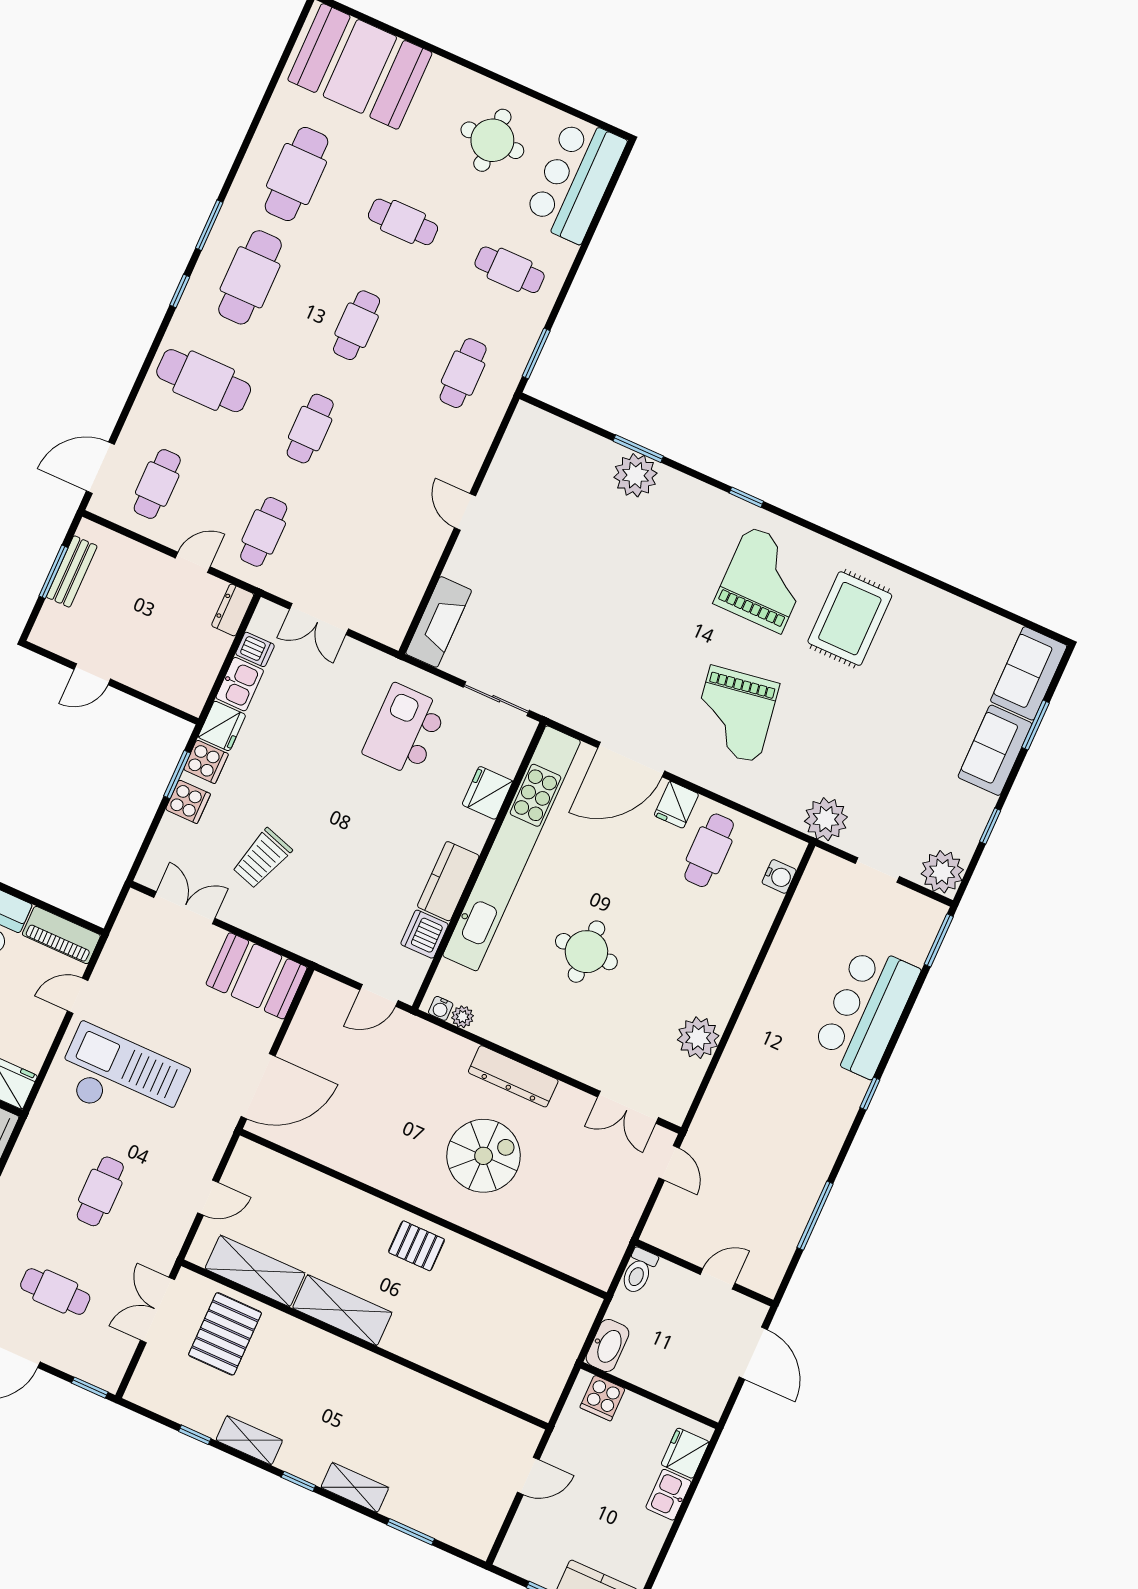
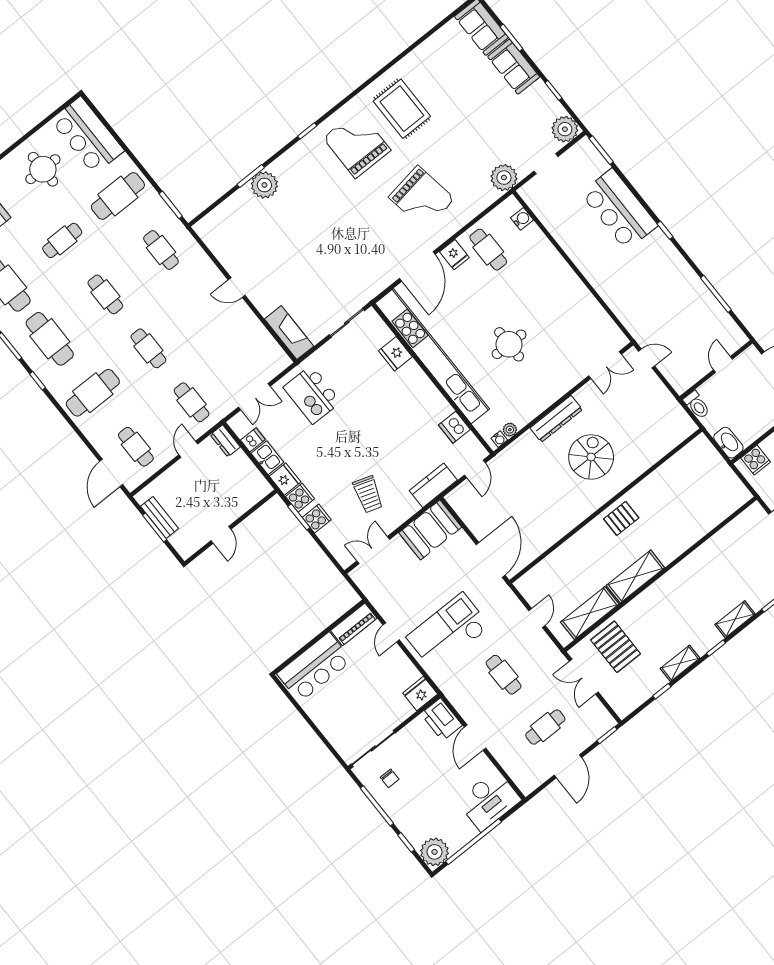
cafe table: (510, 270) -> (118, 196), width x1.37, depth x1.35
kitchen island: (405, 730) -> (312, 395), moved
kitchen counter: (448, 881) -> (433, 485), moved, turned 90
plant: (698, 1038) -> (587, 308), removed

